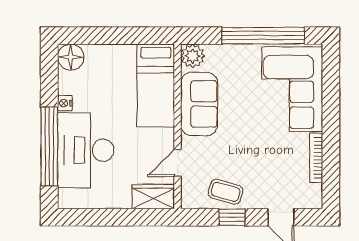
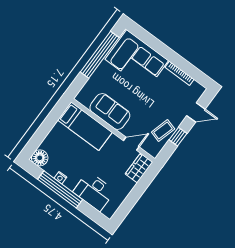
plant: (193, 56) -> (84, 97), removed
window: (49, 146) -> (60, 189), moved
desk: (86, 150) -> (94, 191), width x0.73, depth x0.77
door: (178, 163) -> (131, 144), swing flipped

